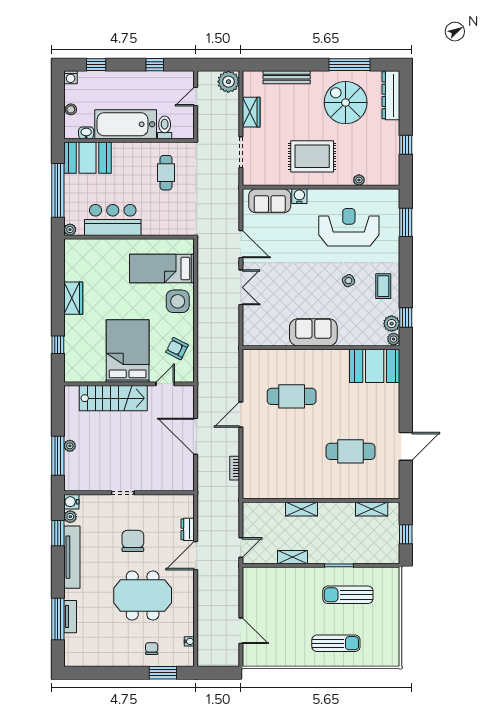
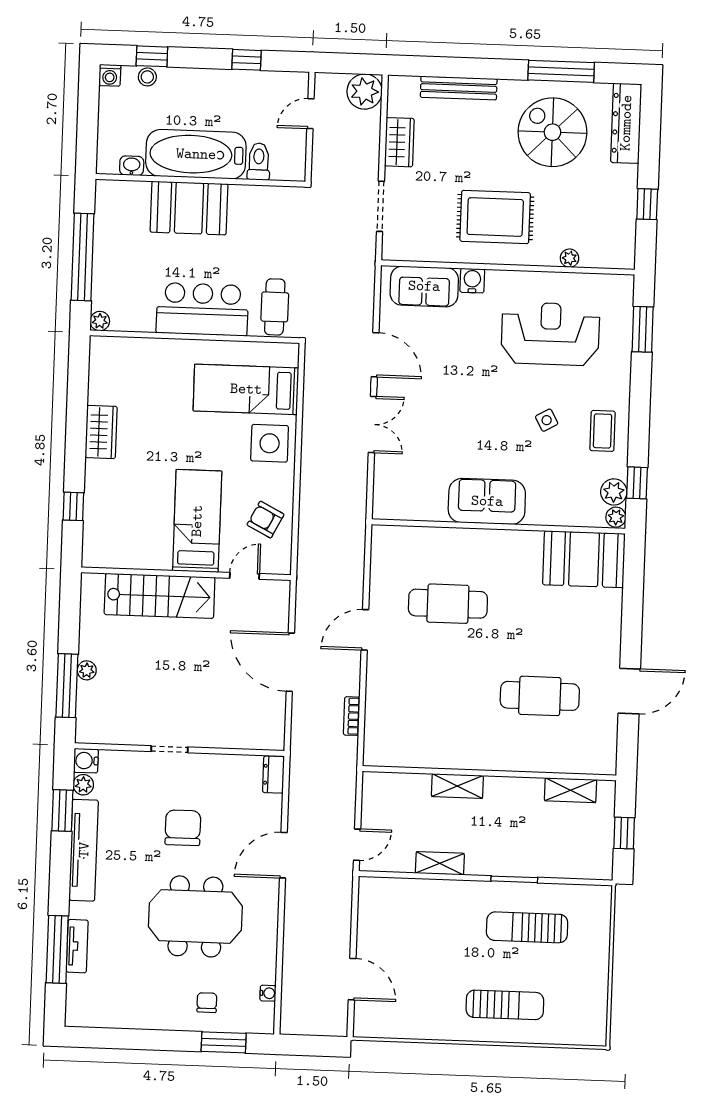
stool: (71, 109) -> (147, 77), moved
booth: (88, 158) -> (189, 208), moved
cafe table: (166, 173) -> (275, 307), moved
bar counter: (113, 220) -> (202, 309), moved
bed: (128, 351) -> (197, 521), width x0.67
dresser: (188, 529) -> (273, 775), moved

